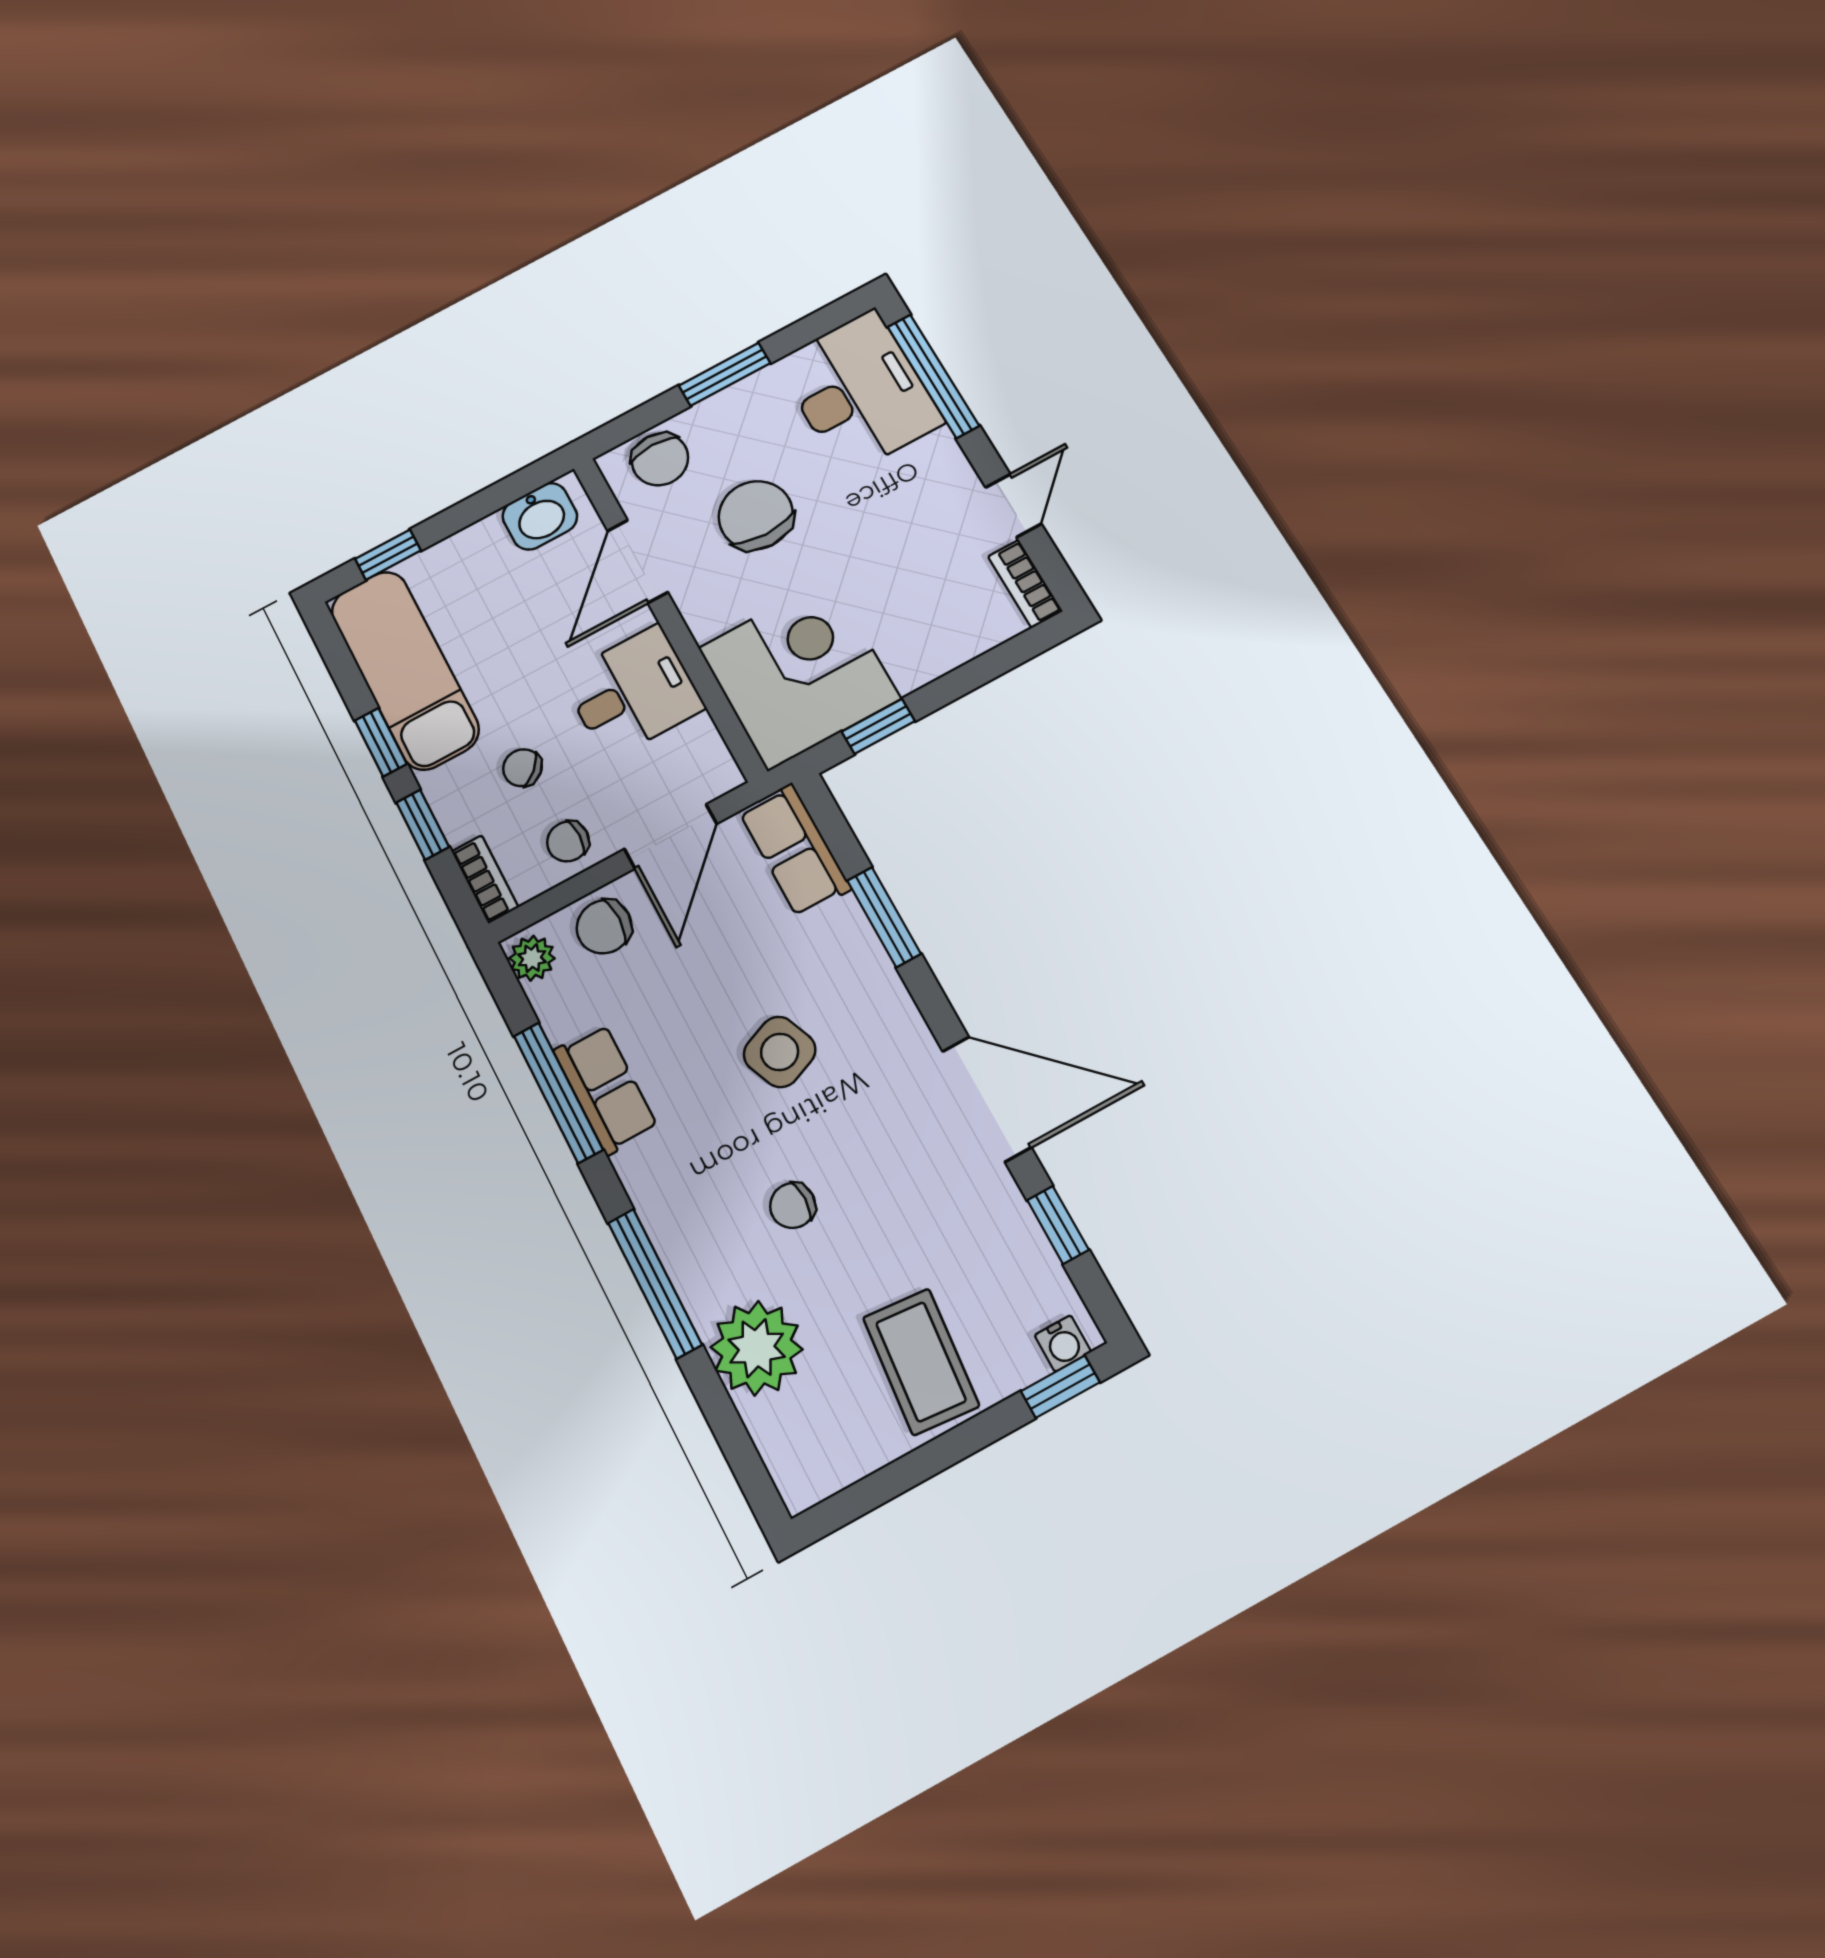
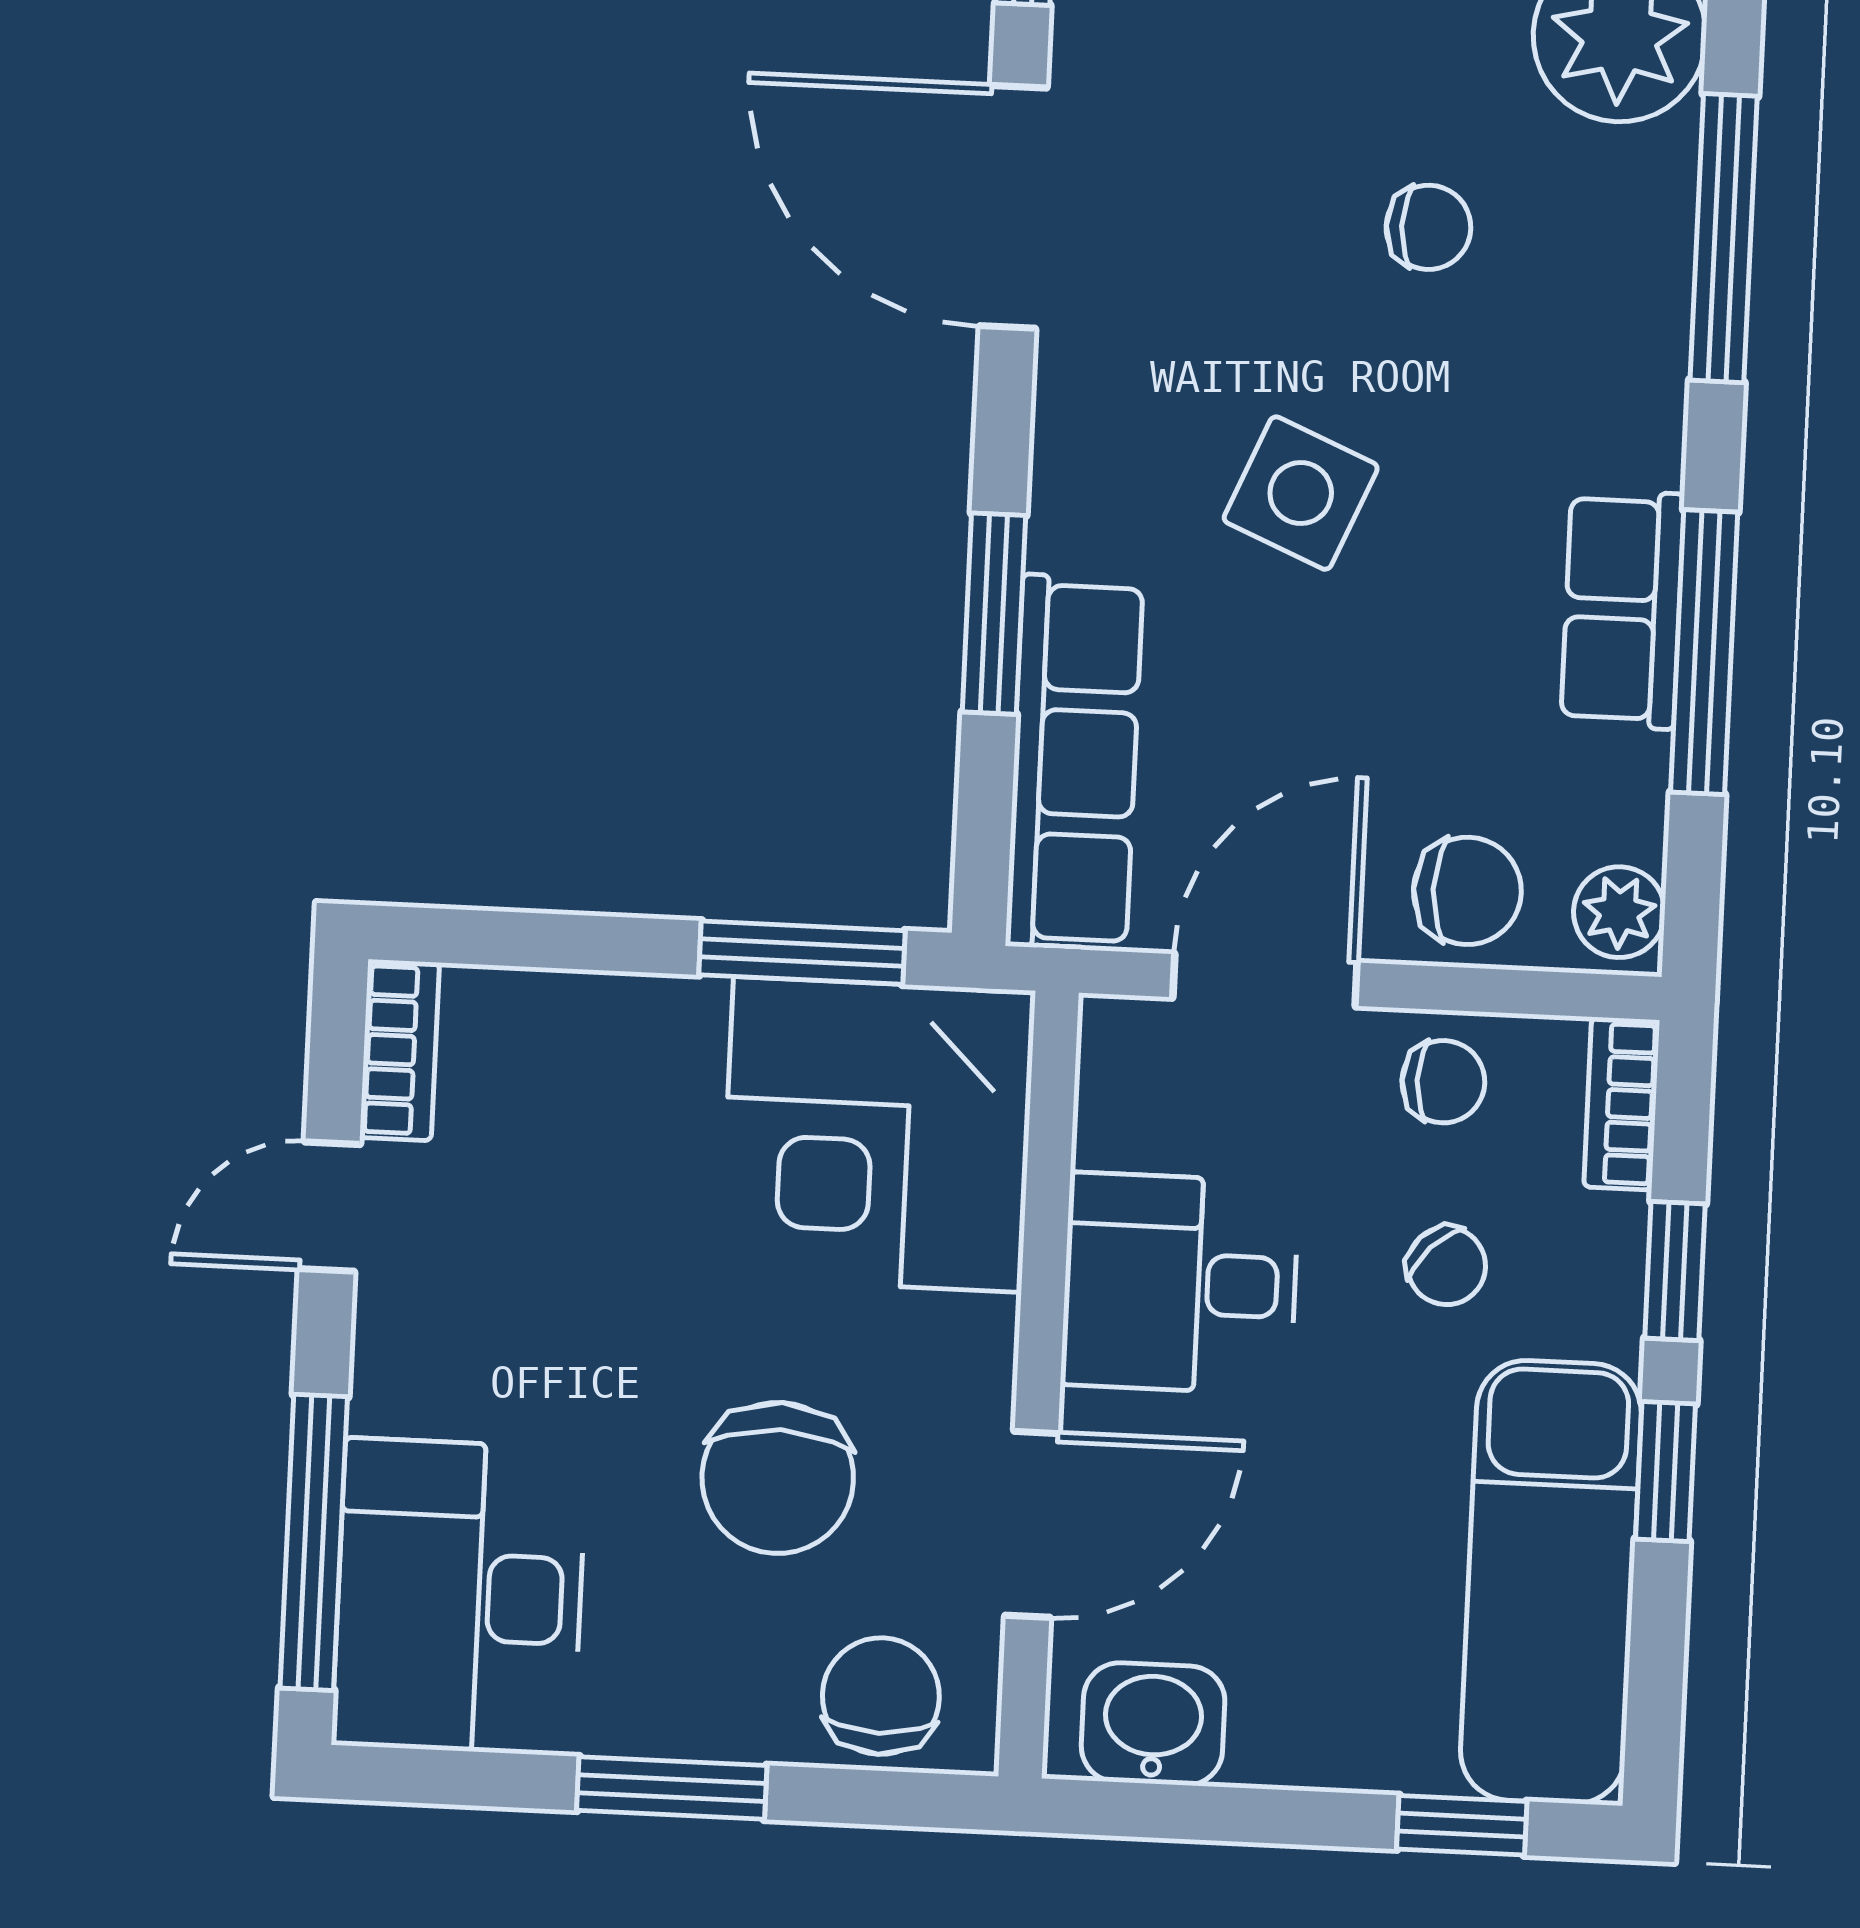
window: (878, 726) -> (802, 953), width x1.50
row of seats: (795, 850) -> (1074, 763), width x1.48
side table: (780, 1052) -> (1301, 493), turned 45

